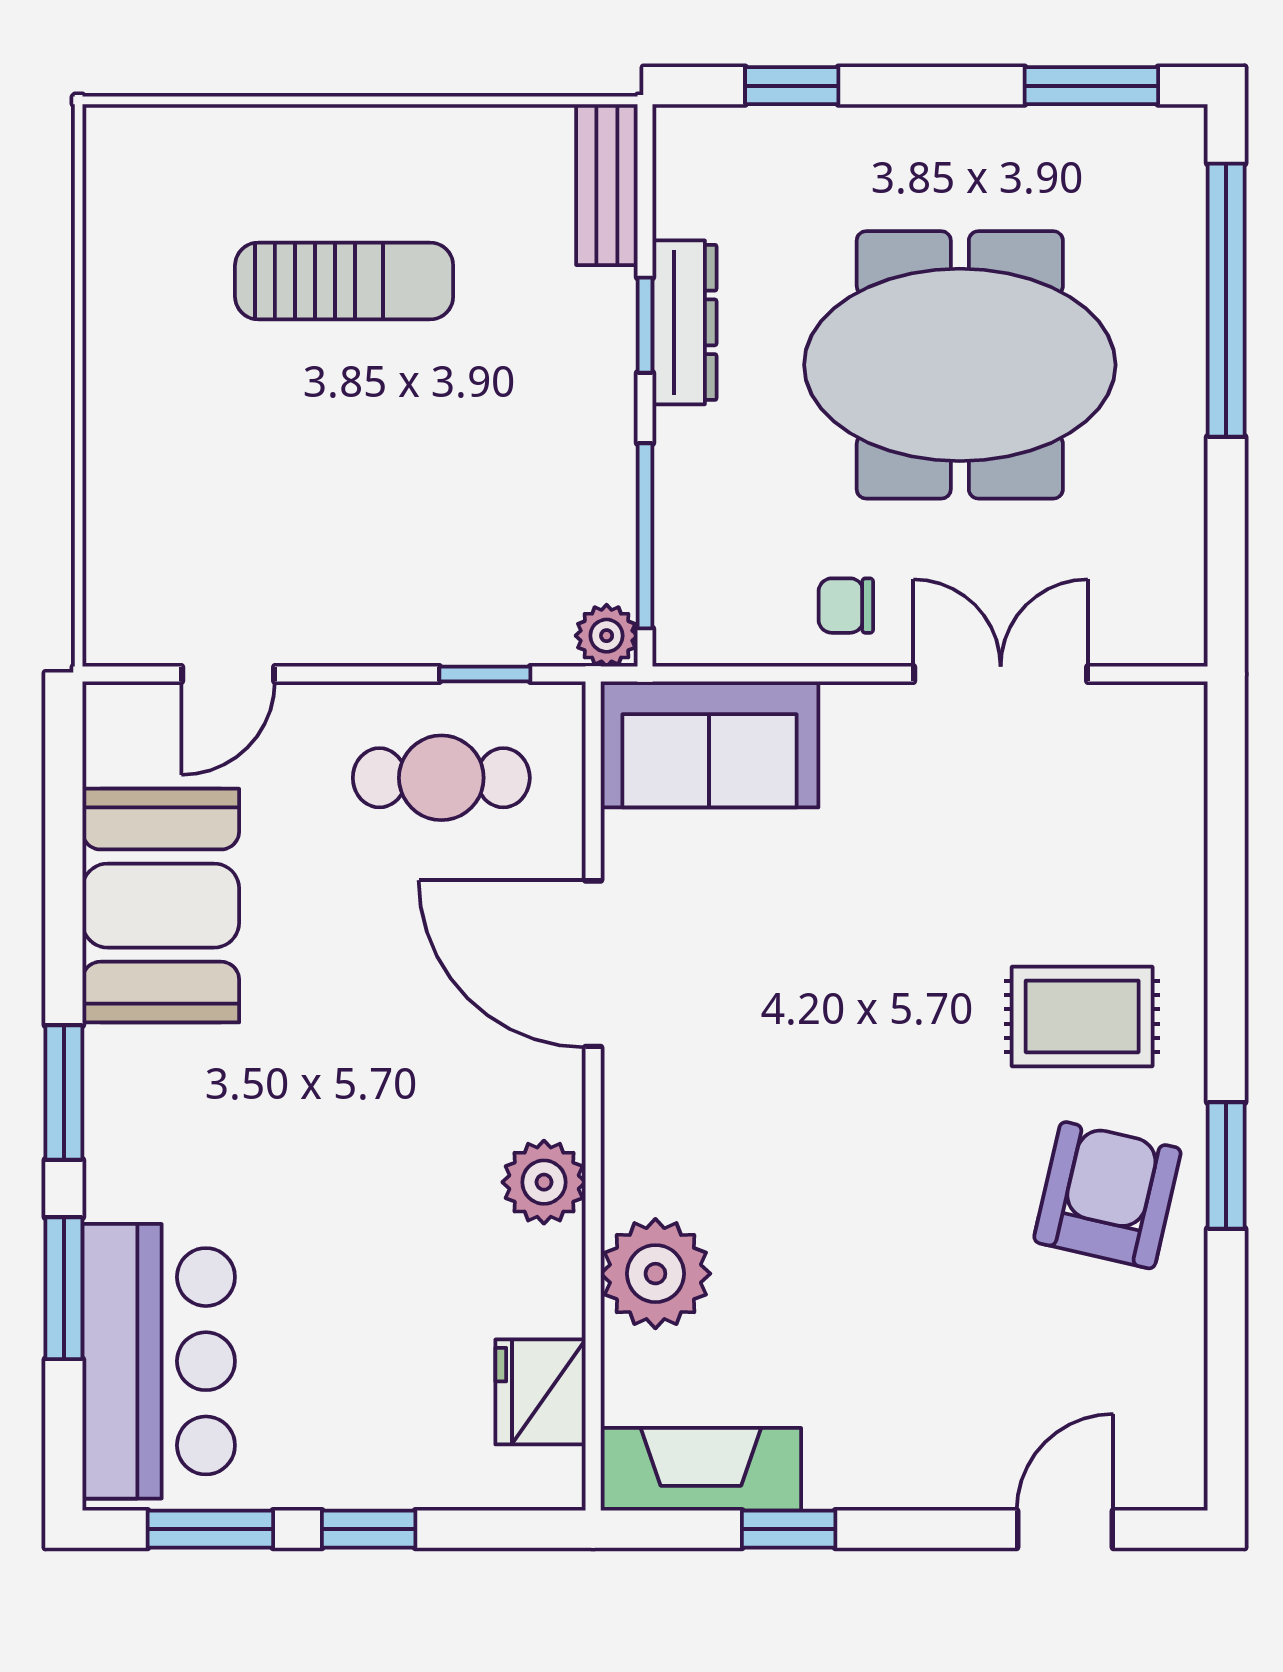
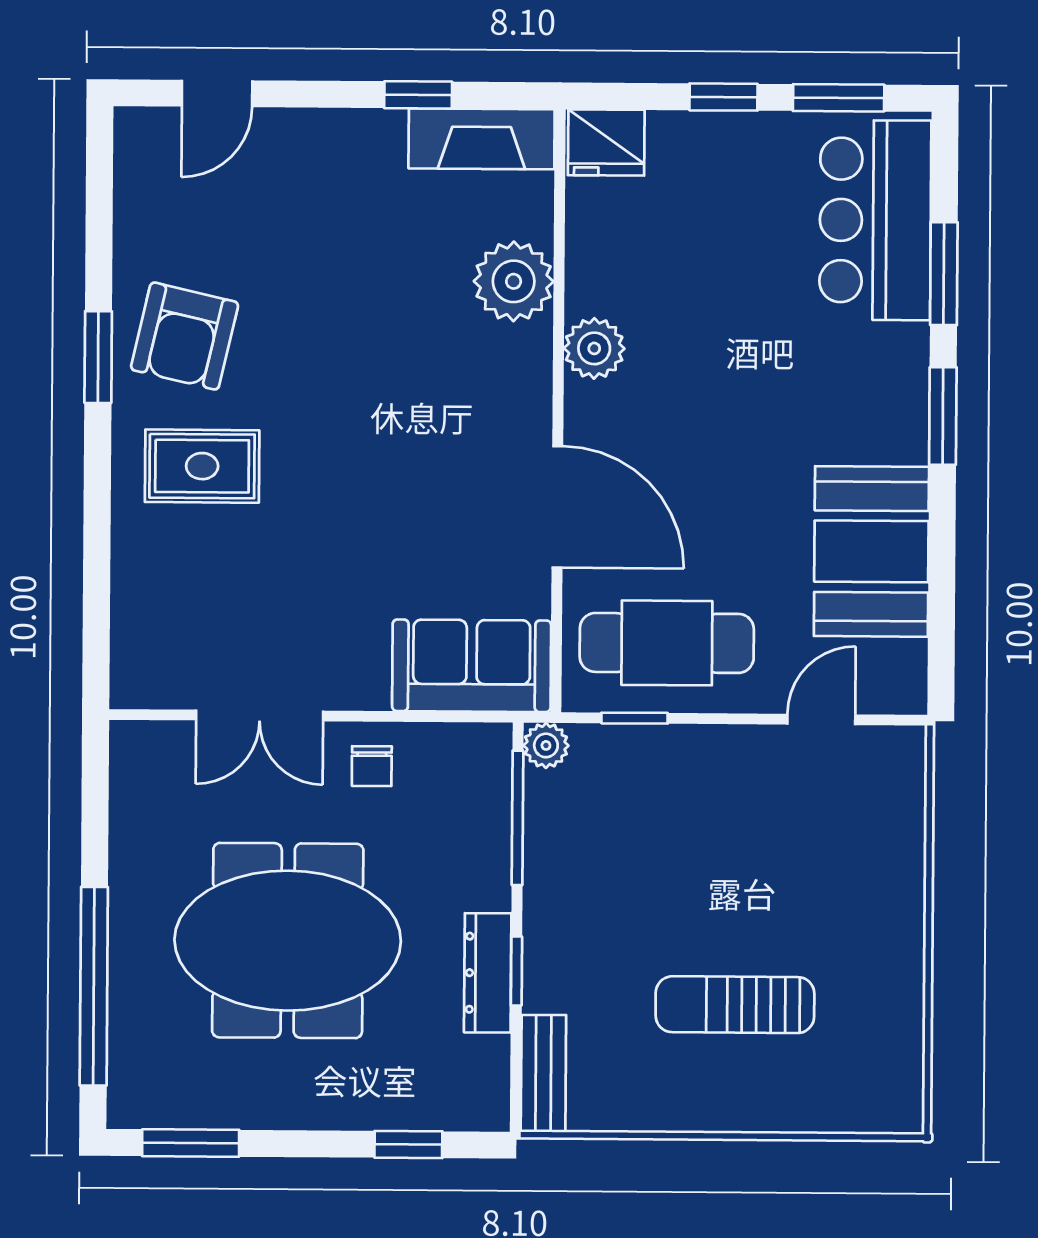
chair: (846, 606) -> (372, 766), turned 90
cafe table: (441, 778) -> (667, 643), width x1.37, depth x1.35
fridge: (541, 1392) -> (606, 143), moved, turned 90

